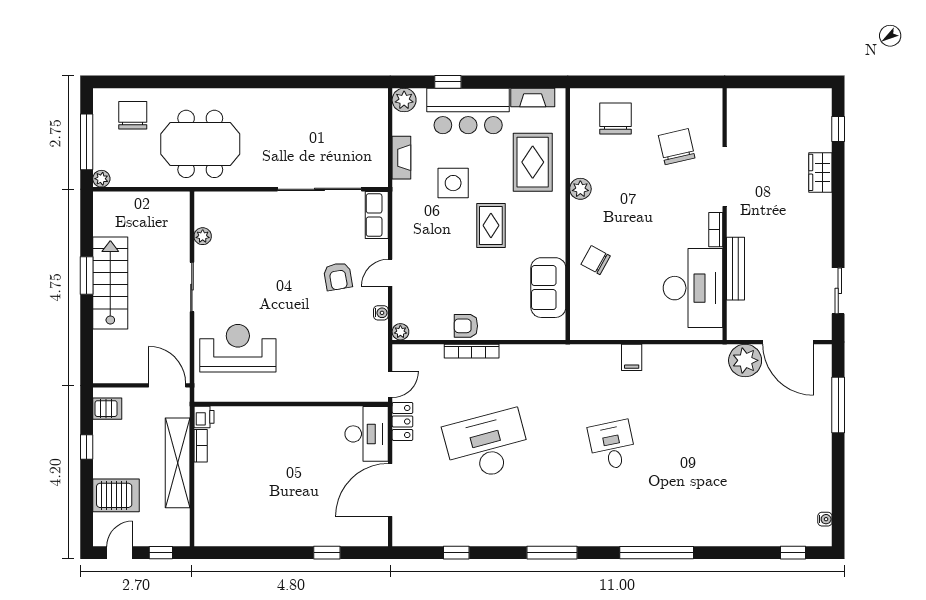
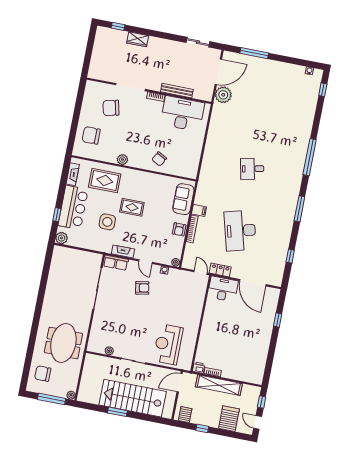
fireplace: (401, 158) -> (123, 251), moved
stairs: (110, 283) -> (133, 398), width x1.36, depth x1.51
sofa: (548, 288) -> (183, 199), moved, turned 90
filing cabinet: (632, 357) -> (199, 210), moved

